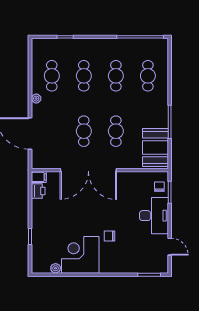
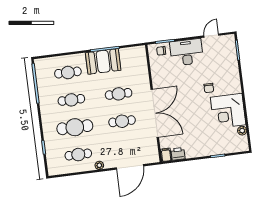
cafe table: (84, 76) -> (75, 127), width x1.37, depth x1.35
booth: (156, 147) -> (103, 61), moved

